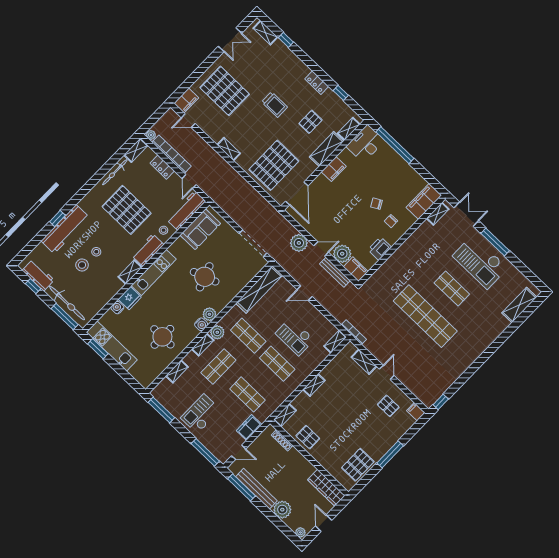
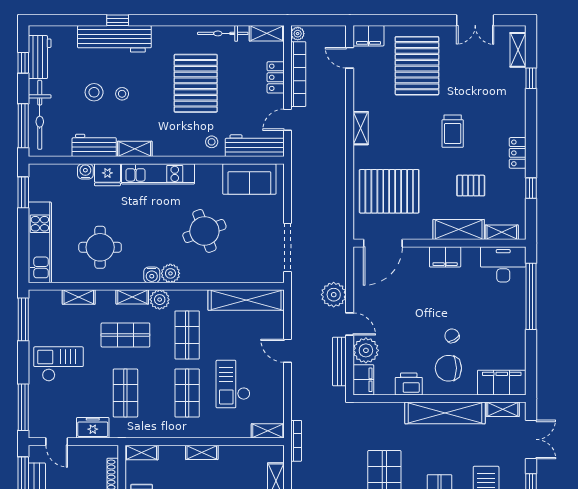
chair: (391, 221) -> (448, 368), width x1.87, depth x1.87
shelving: (412, 244) -> (445, 413), added
workbench: (148, 250) -> (94, 145), moved
kitchen unit: (112, 346) -> (40, 242), moved

